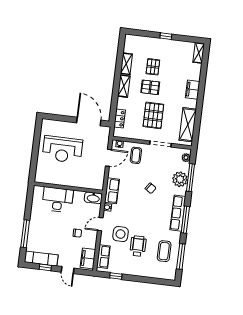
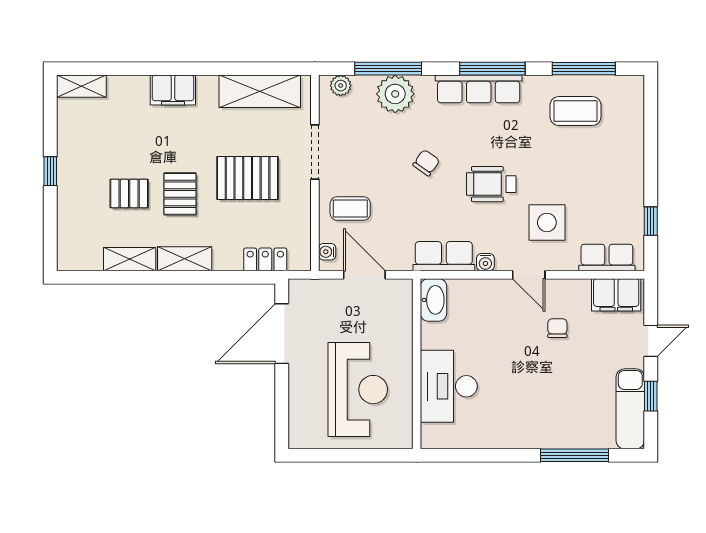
wall: (68, 188) -> (417, 364), moved
washbasin: (93, 198) -> (434, 300), moved
desk: (58, 200) -> (449, 386), moved
wheelchair: (138, 246) -> (491, 184), moved

